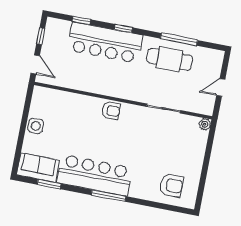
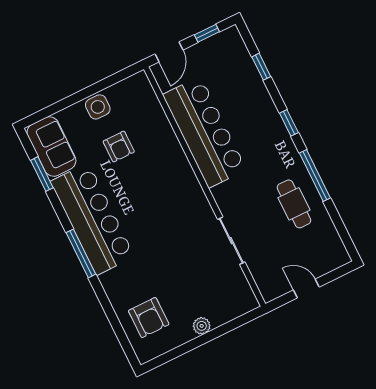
window: (179, 39) -> (315, 175), moved
bar counter: (105, 43) -> (204, 132), moved, turned 180
cafe table: (170, 59) -> (294, 204), width x0.73, depth x0.74
armchair: (111, 111) -> (119, 147), moved
plant: (205, 124) -> (202, 326), moved

